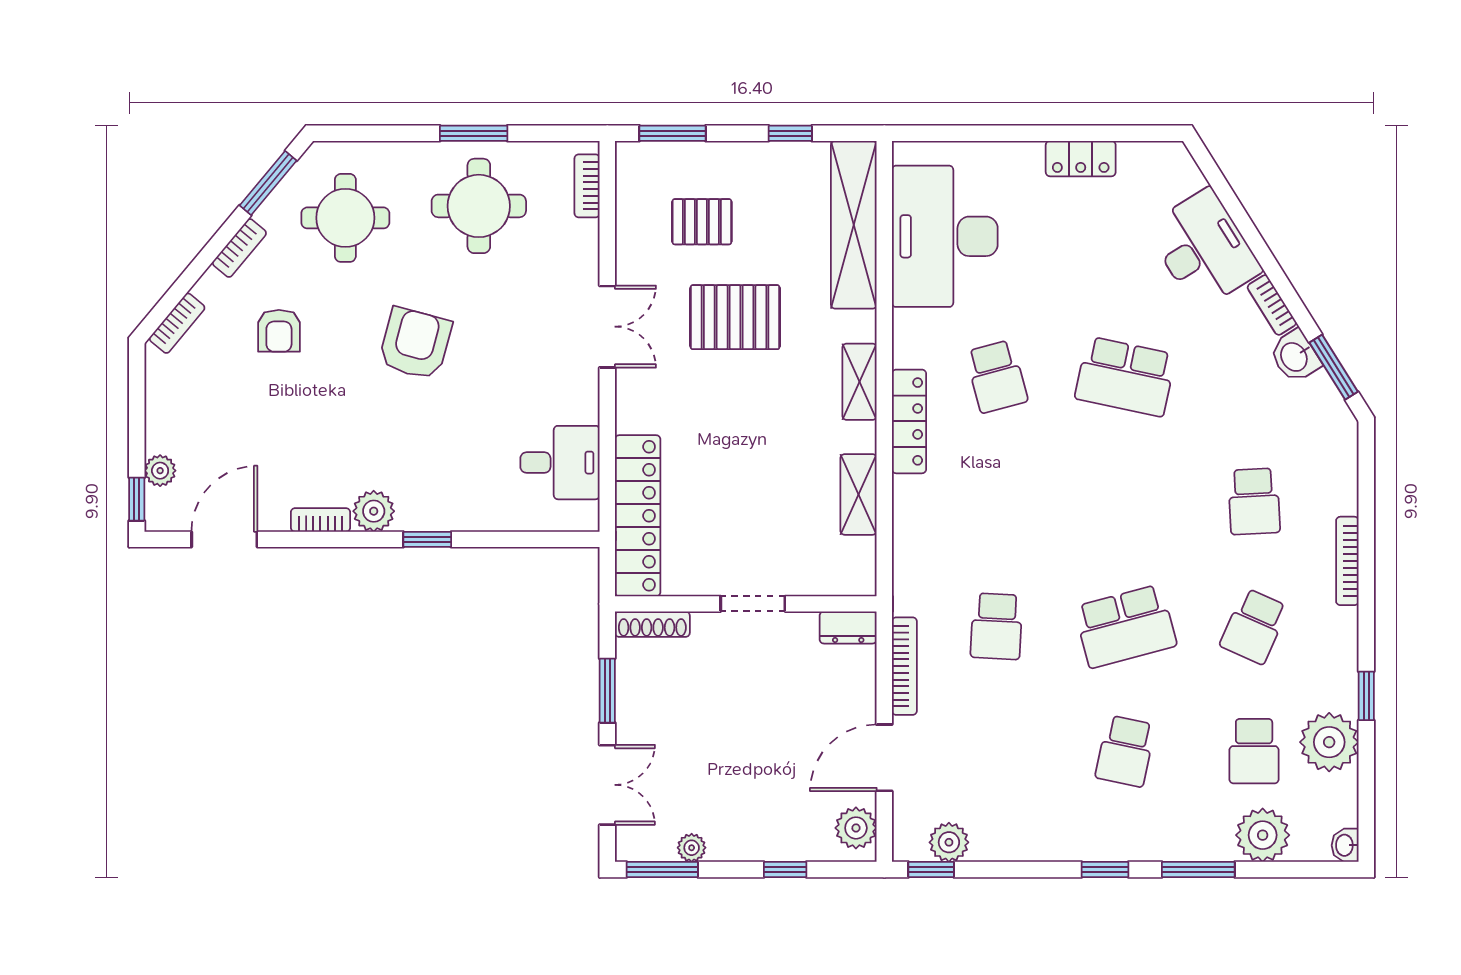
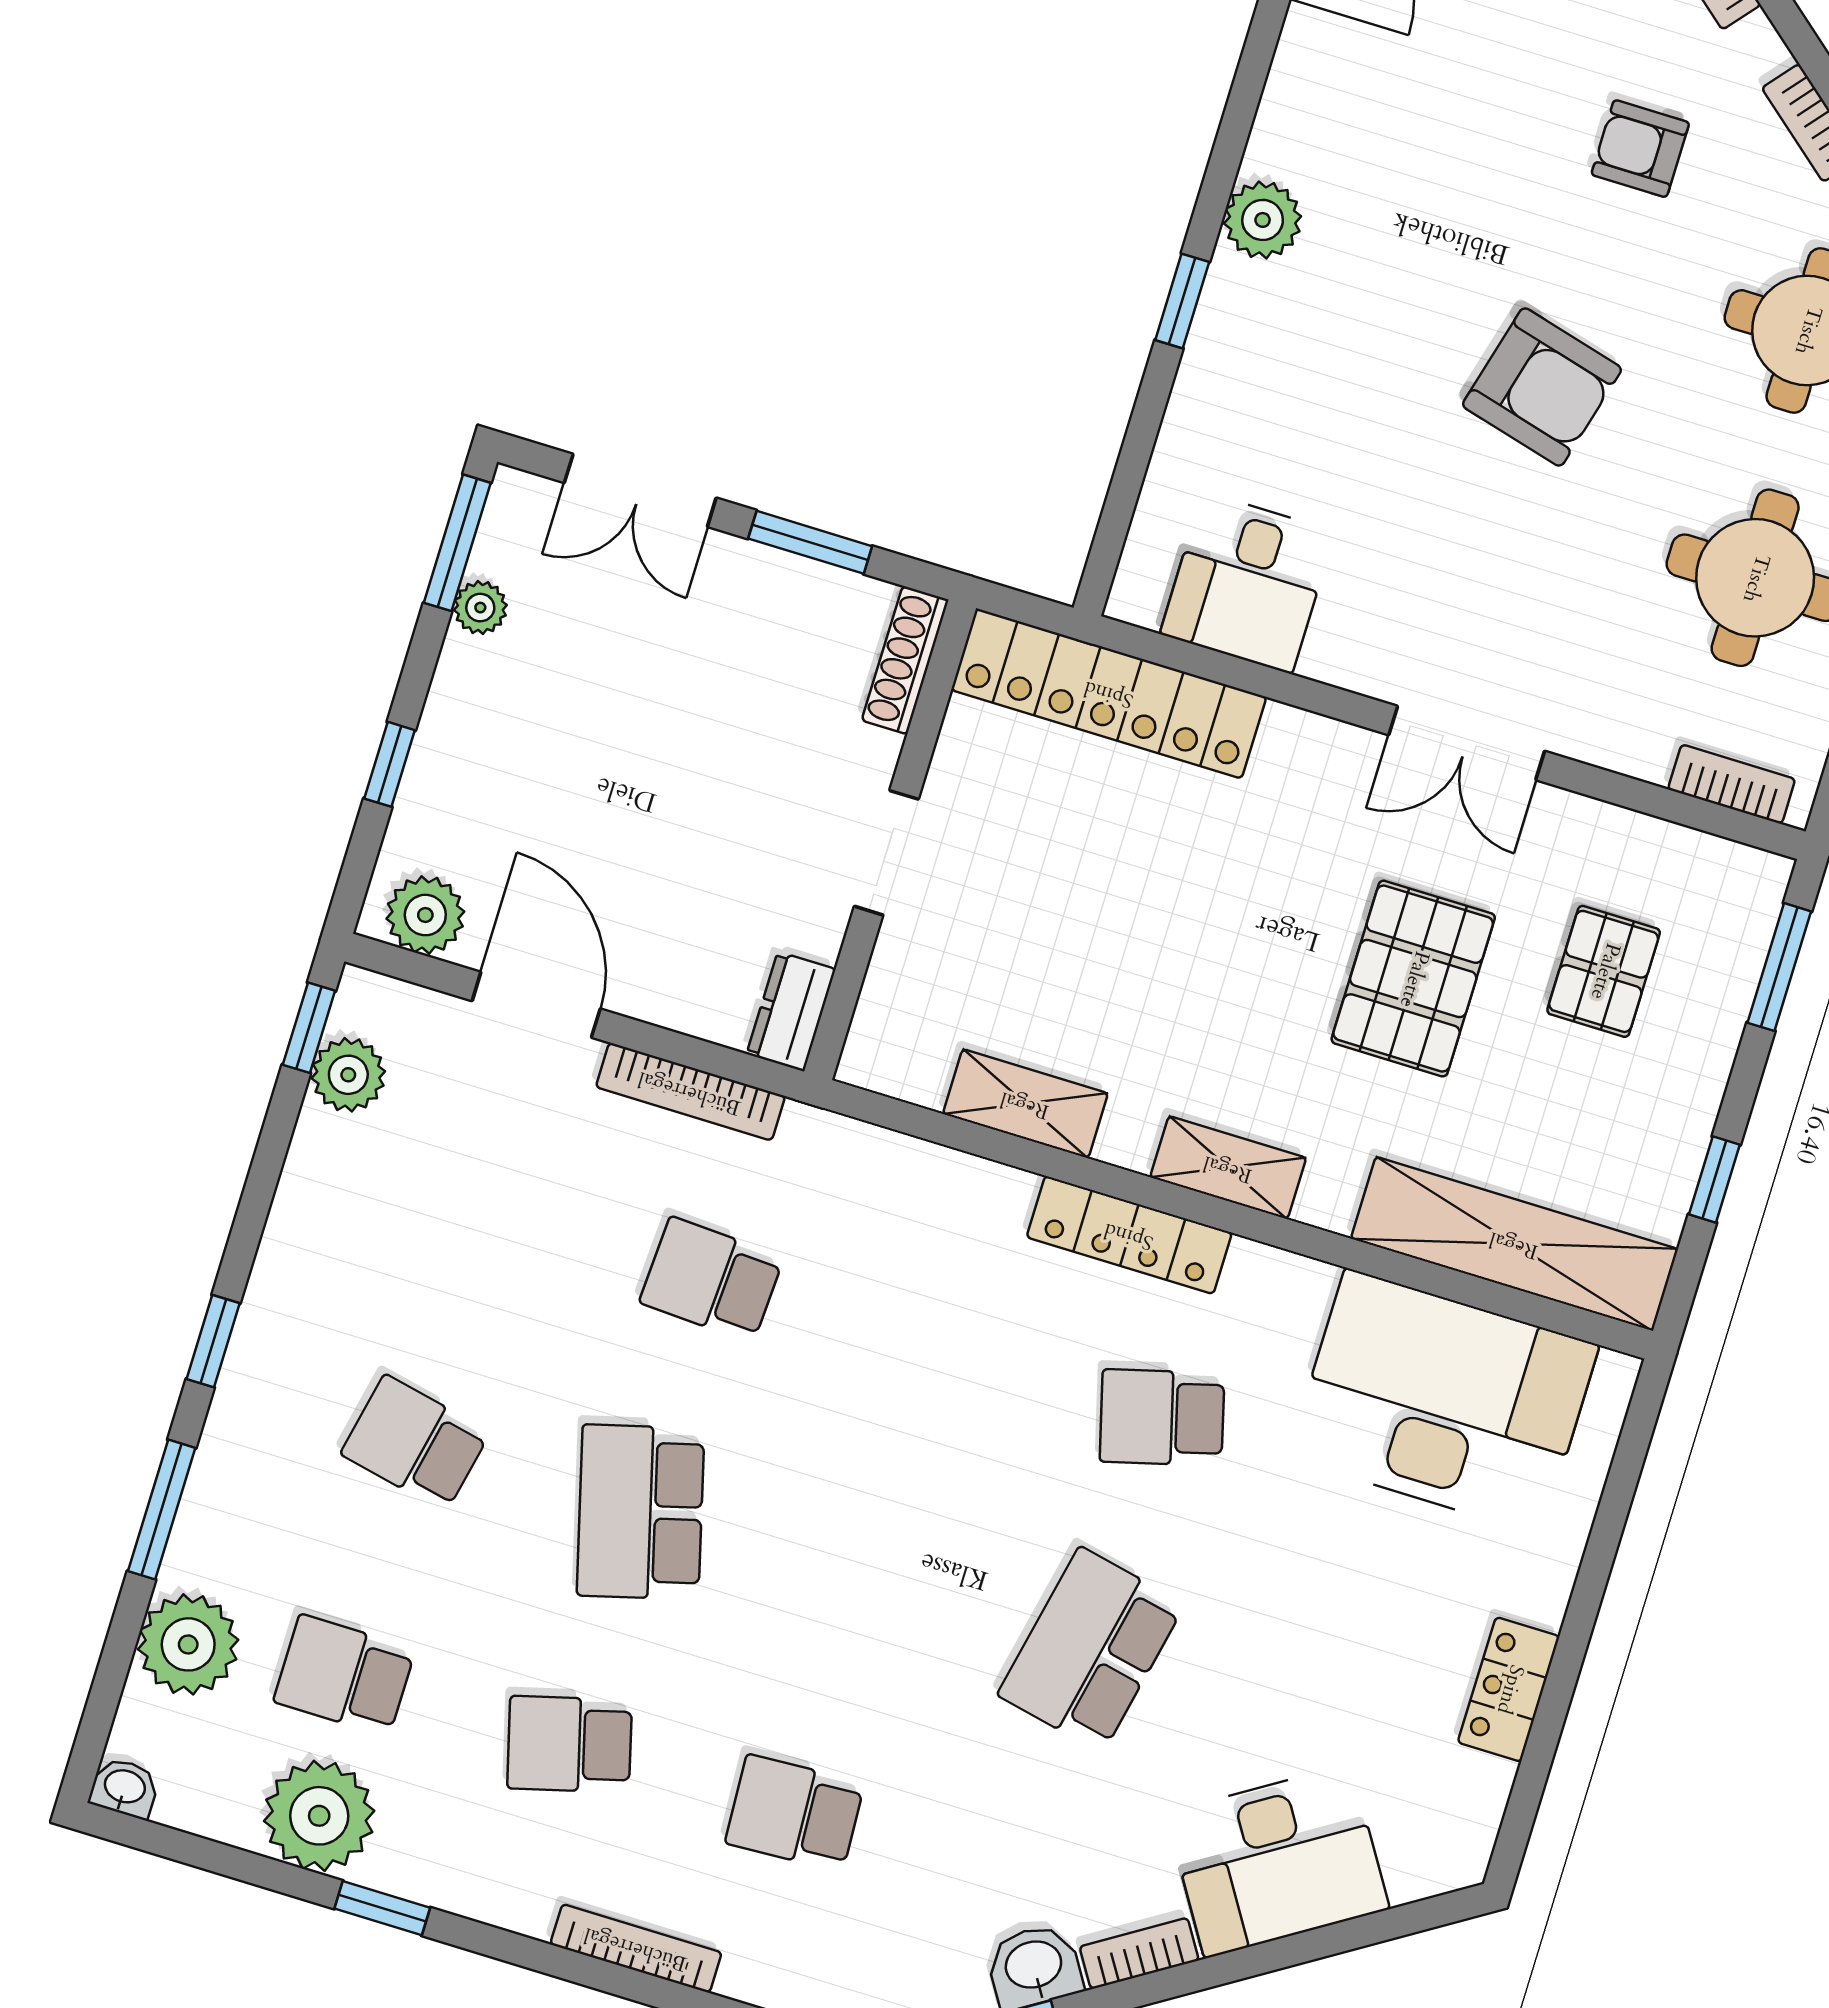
bookcase: (320, 520) -> (1276, 119), removed
school desk: (1254, 626) -> (570, 1744), turned -39

